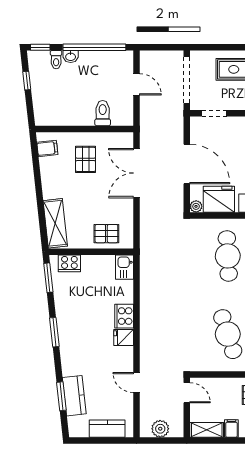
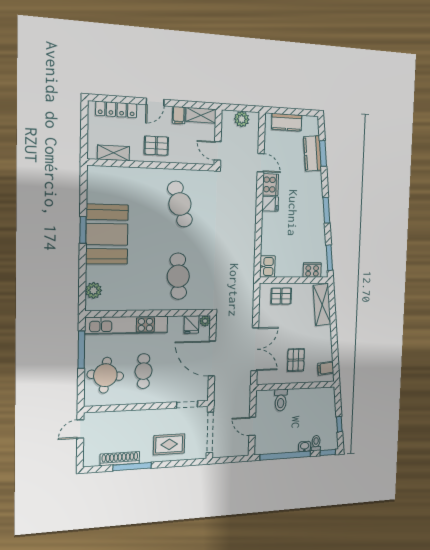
fridge: (219, 199) -> (191, 325), width x0.53, depth x0.75
cooker: (124, 316) -> (270, 185), moved

